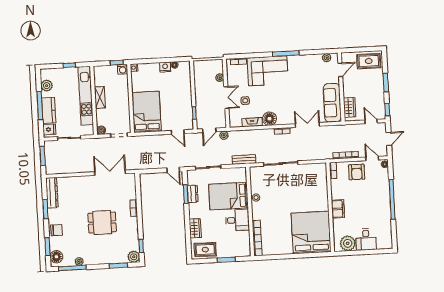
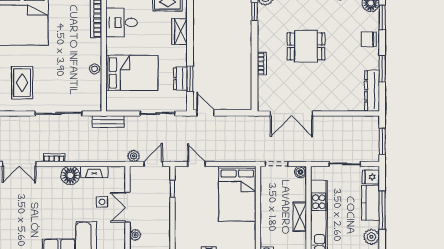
rug: (308, 185) -> (22, 83), added
desk: (237, 220) -> (122, 22), moved

